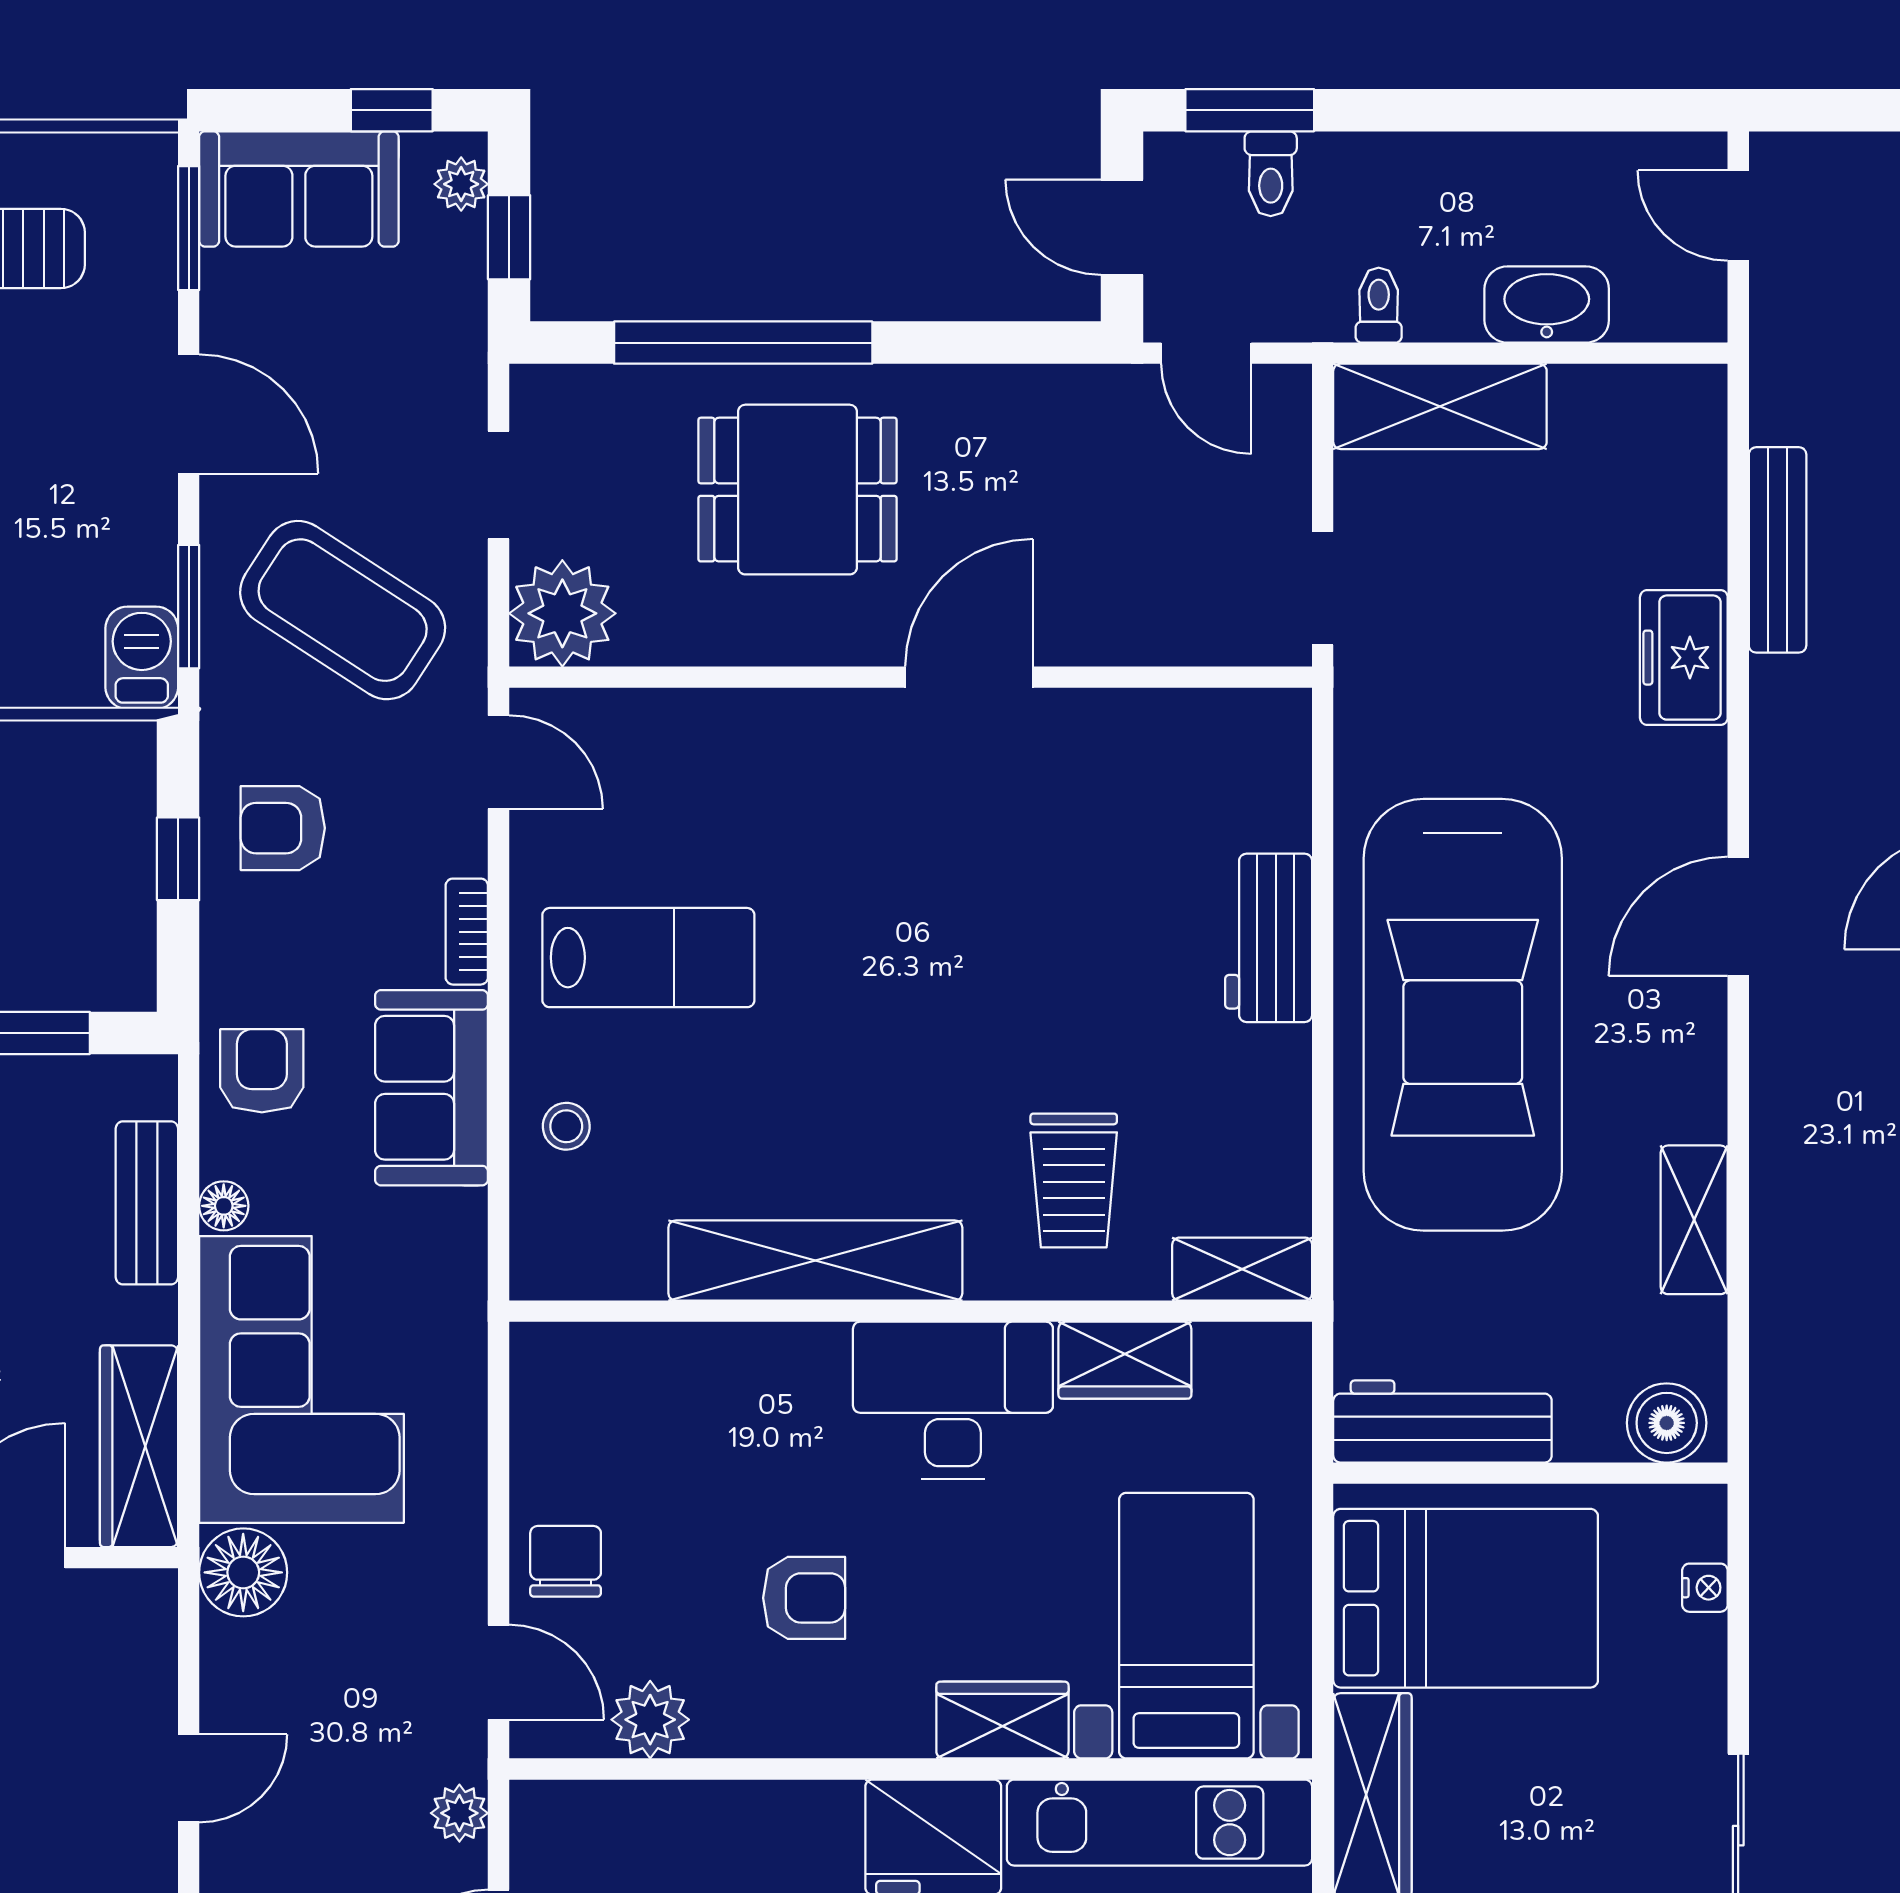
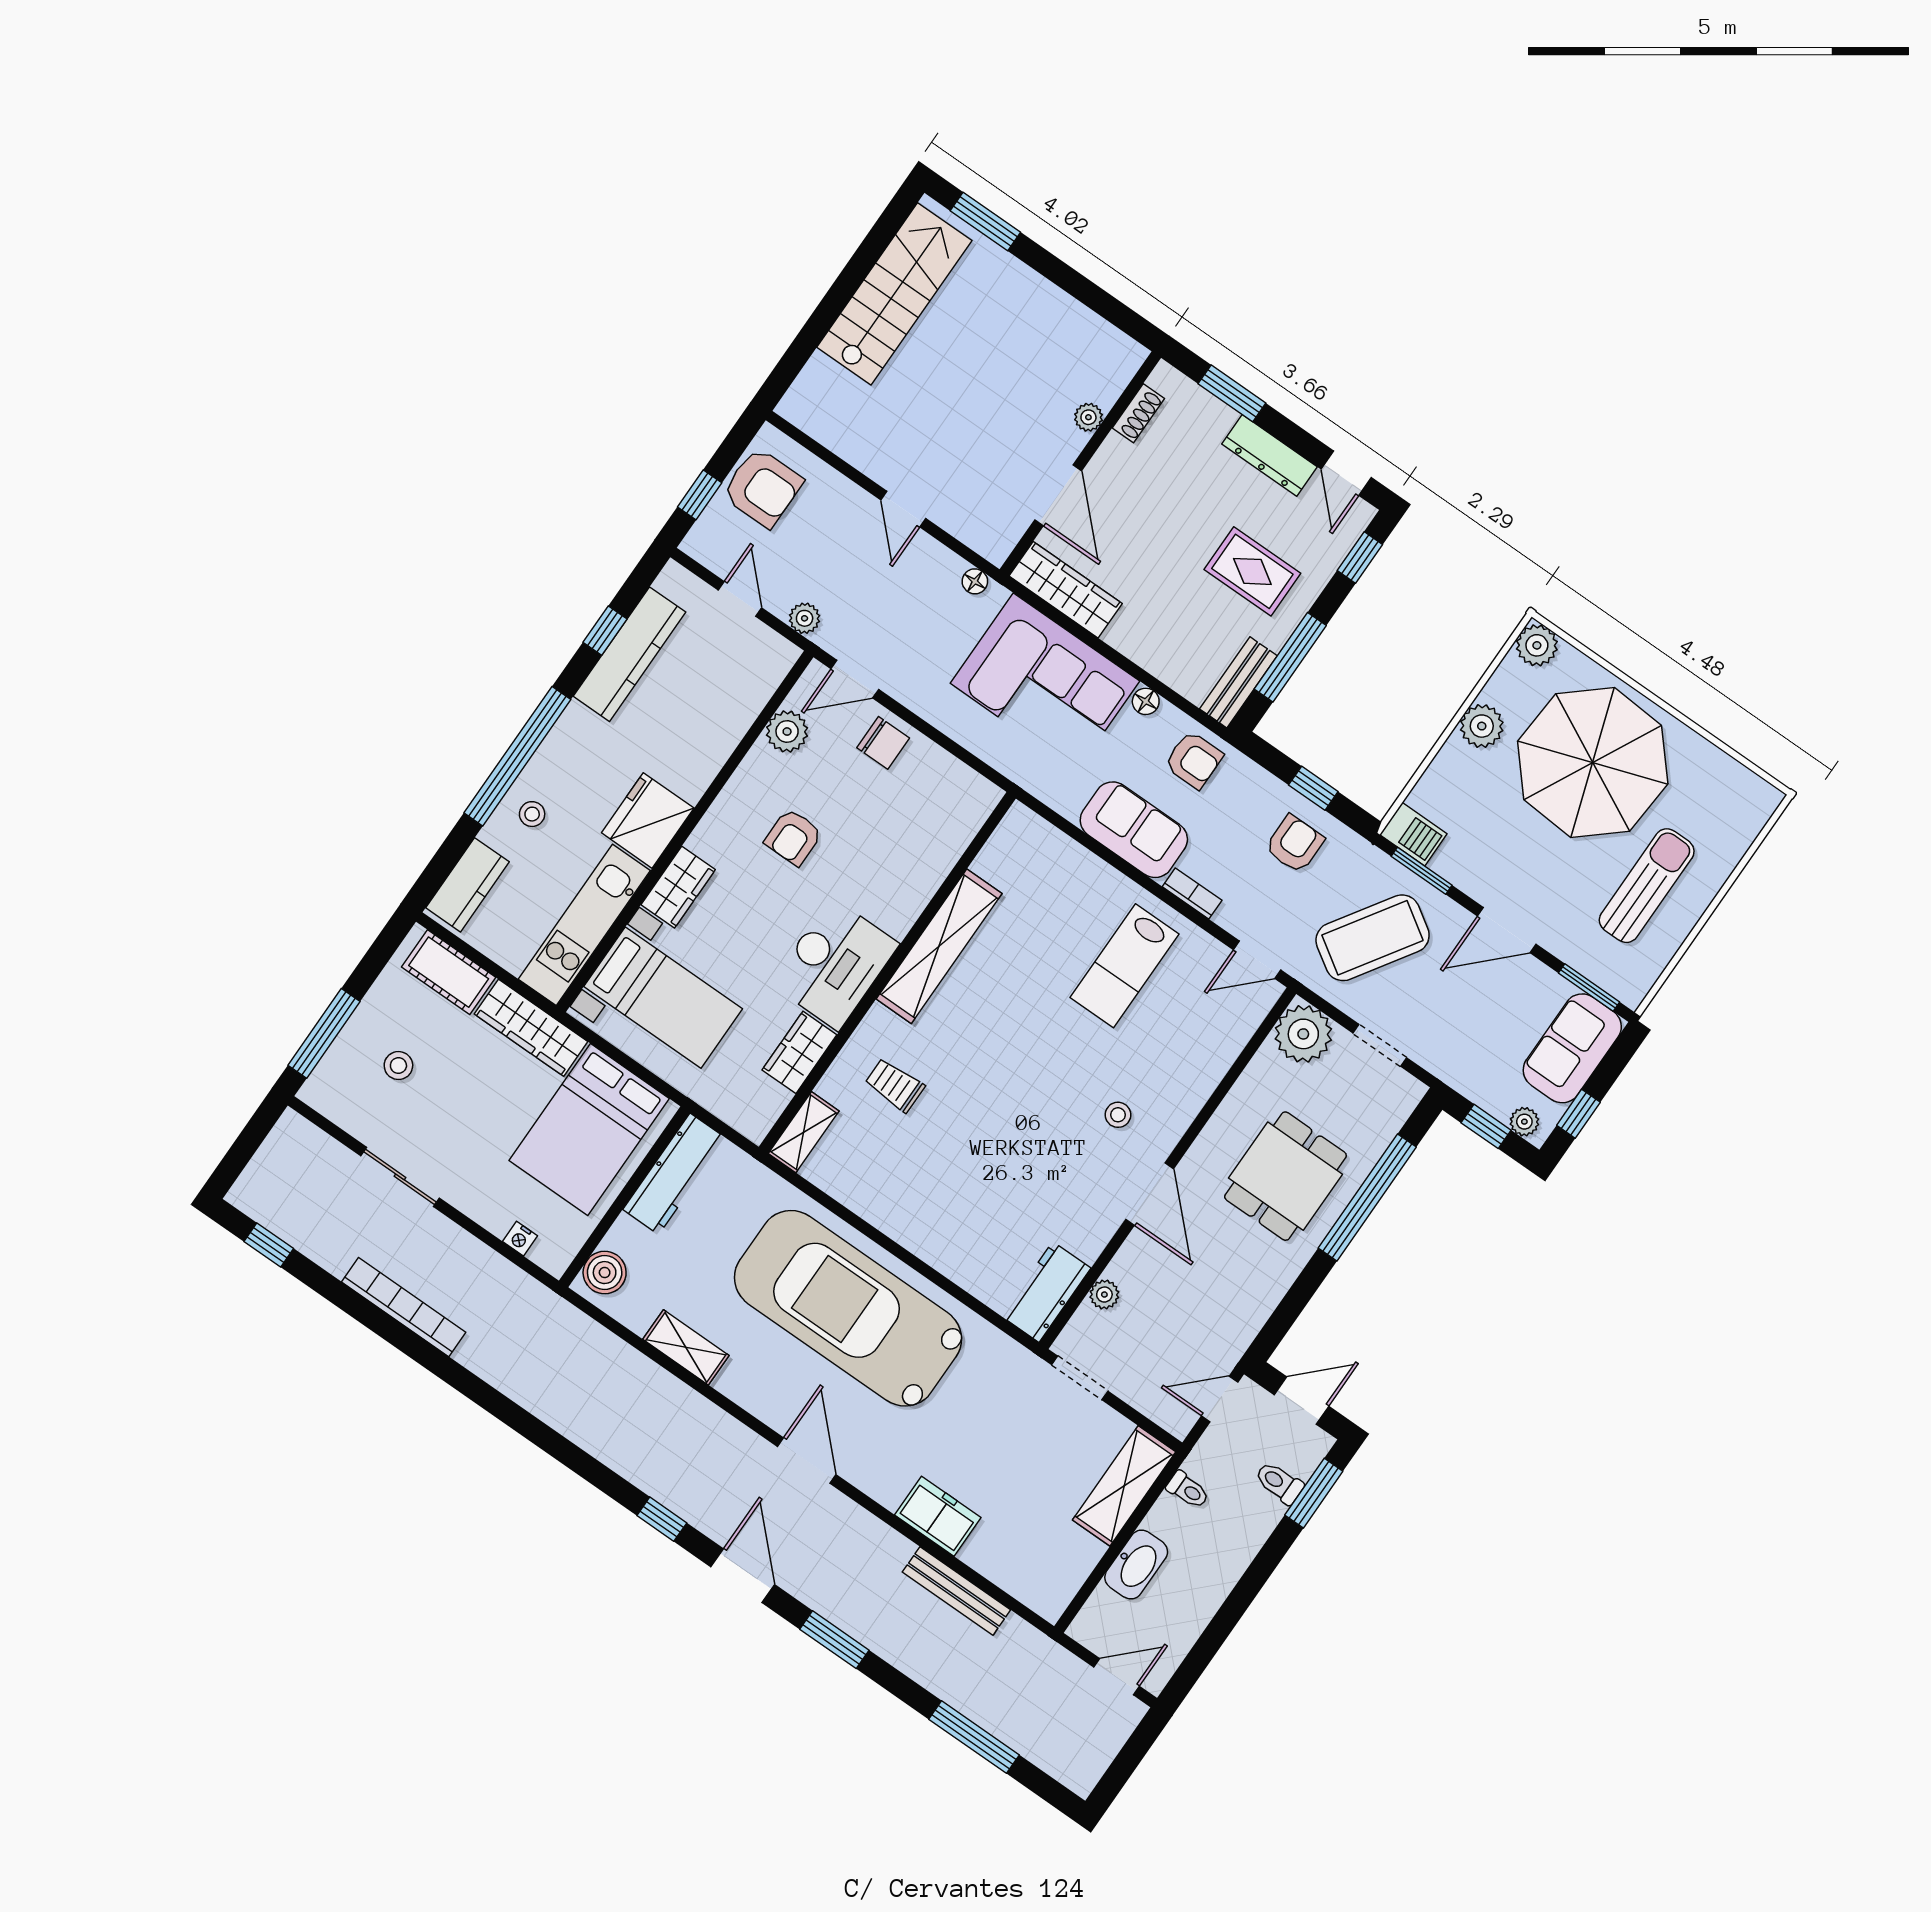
plant: (1170, 639) -> (1104, 1295), added
workbench: (1269, 938) -> (1046, 1292), moved, turned -90
stool: (566, 1126) -> (1118, 1115), moved
trolley: (1074, 1181) -> (895, 1085), width x0.73, depth x0.72
bench: (147, 1203) -> (1238, 682), moved, turned 90
floor lamp: (243, 1572) -> (975, 581), width x0.53, depth x0.53

